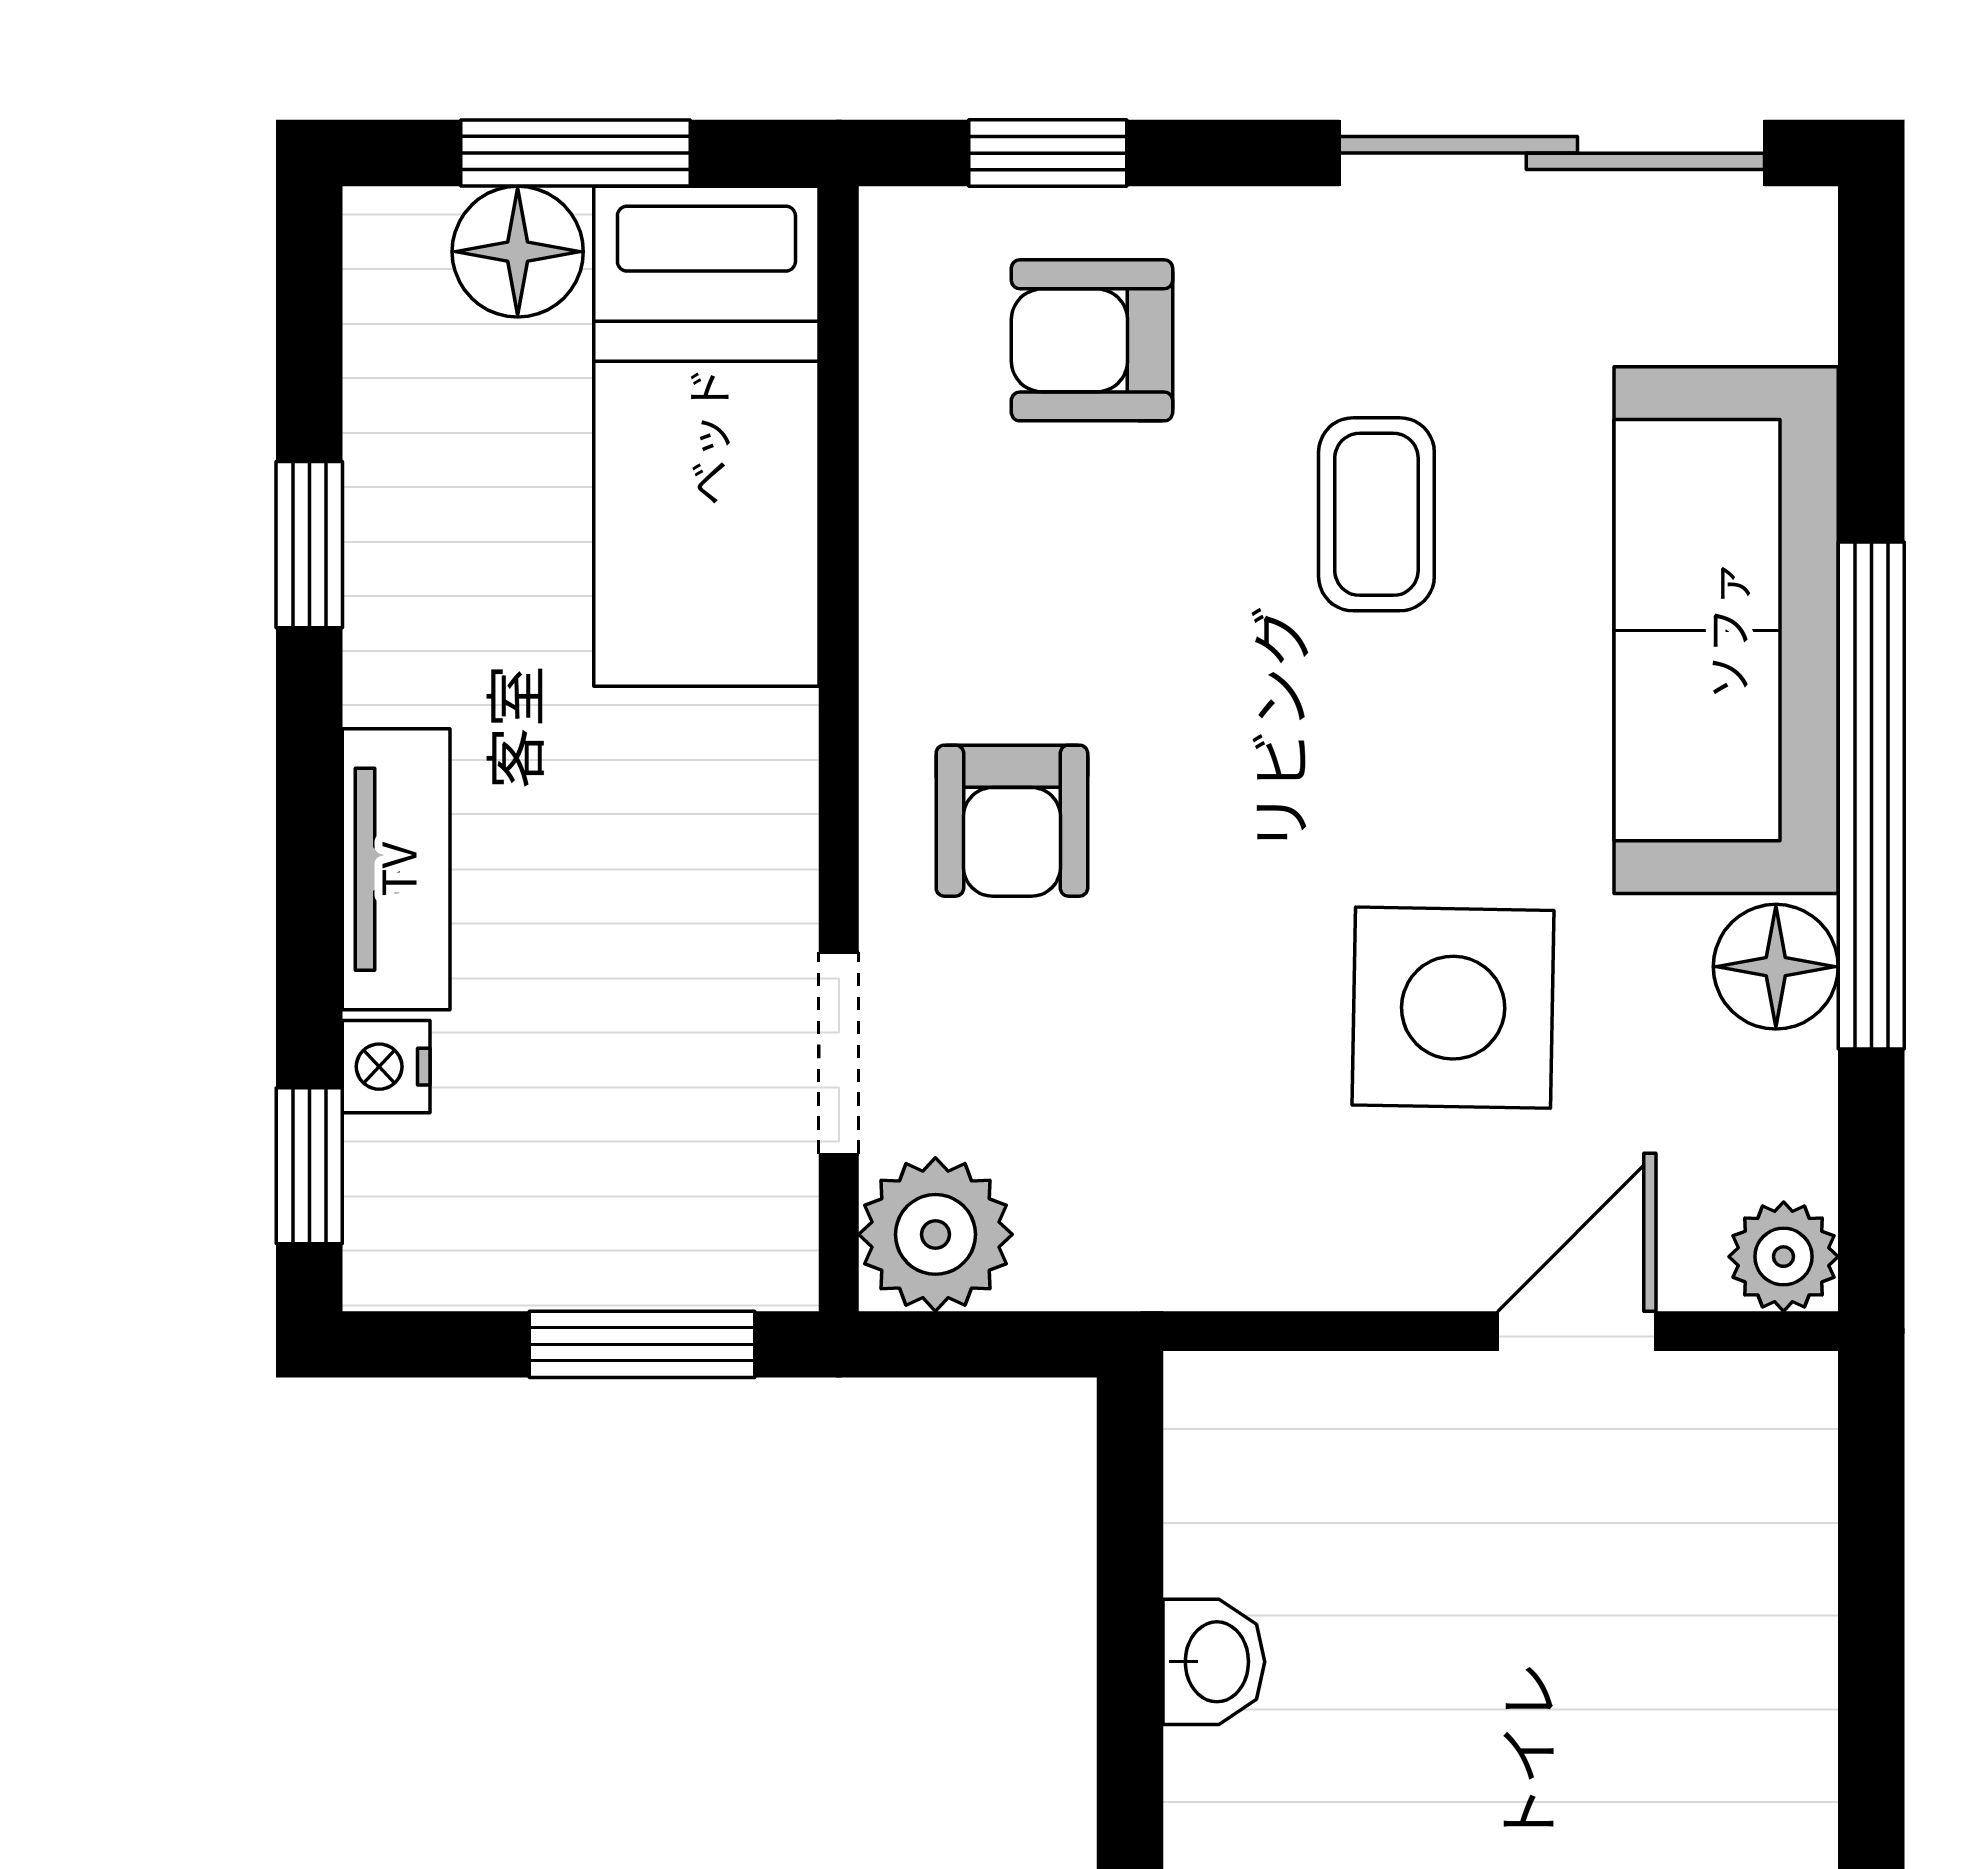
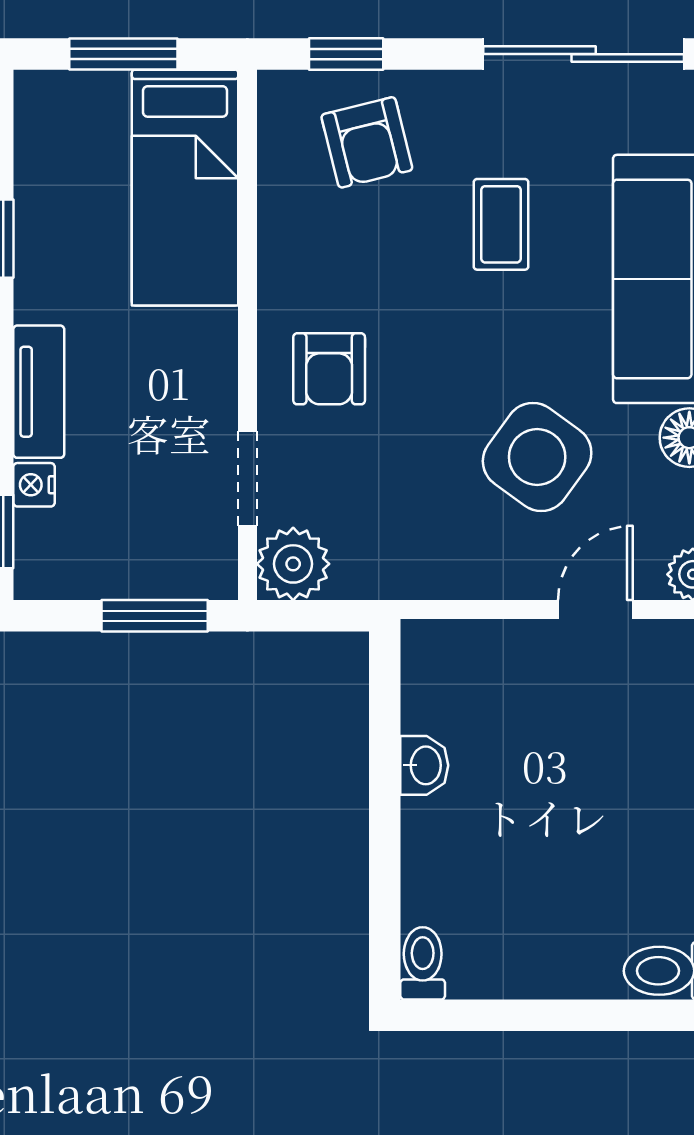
floor lamp: (518, 252) -> (96, 101), removed
armchair: (1092, 340) -> (367, 142), turned -104
side table: (1453, 1008) -> (537, 457), turned 35

